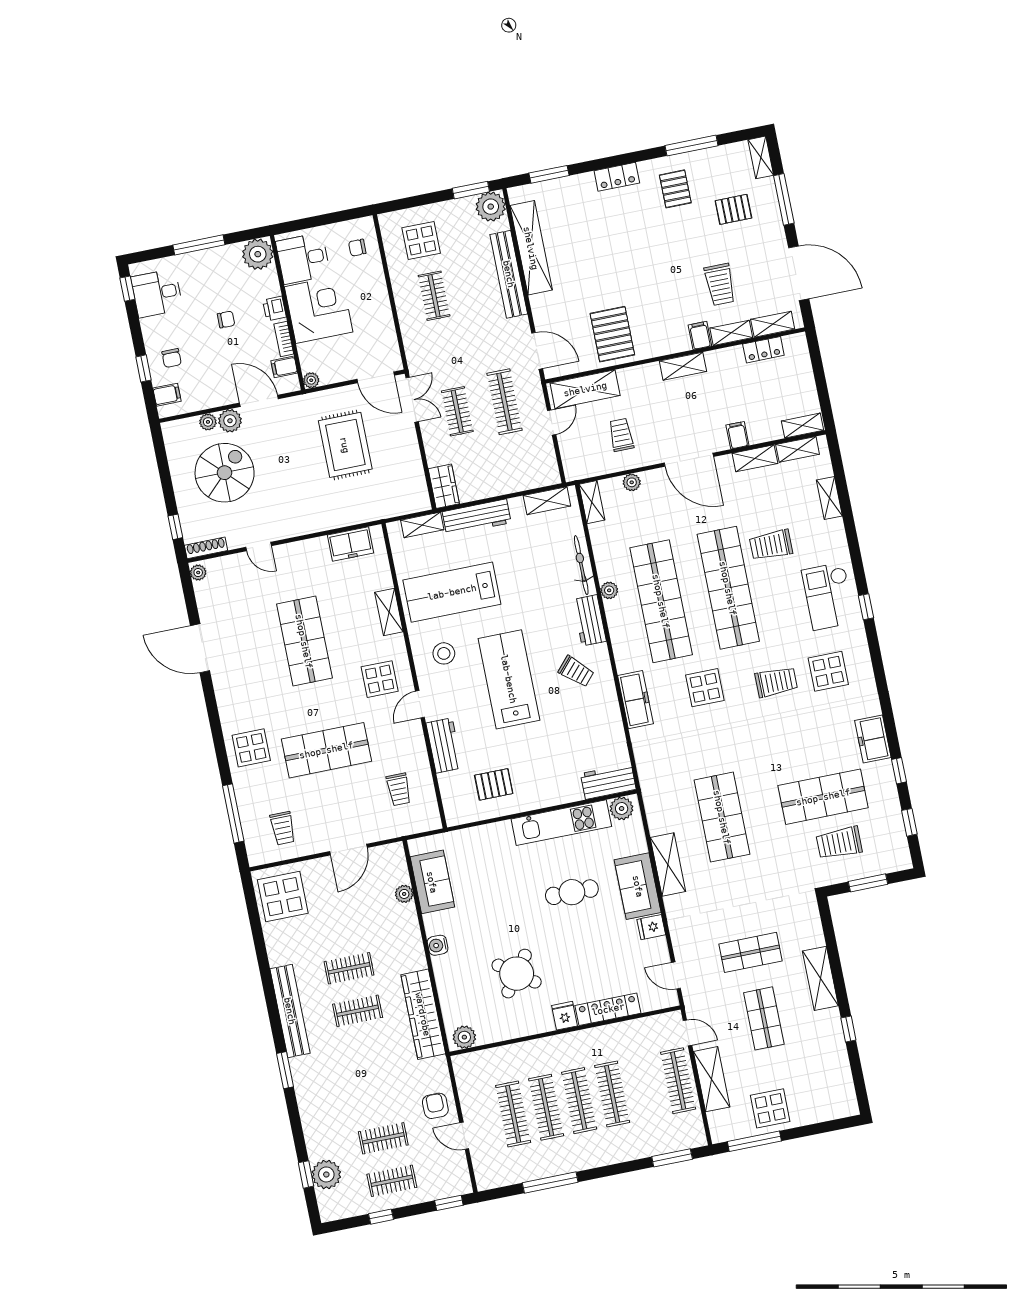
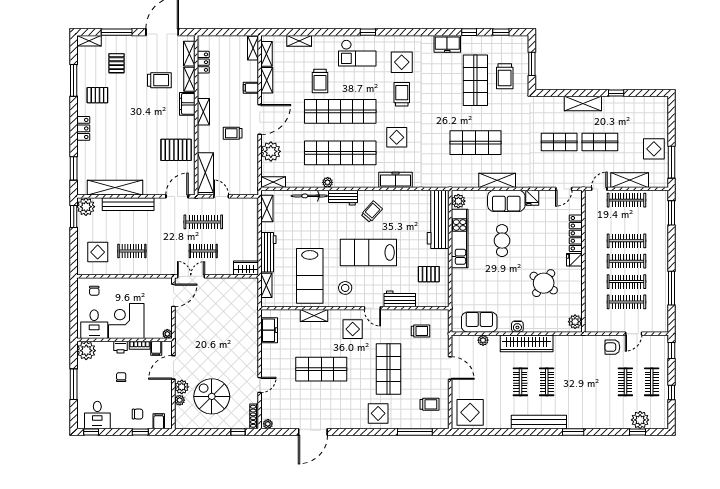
filing cabinet: (700, 335) -> (187, 104), width x2.00
trolley: (621, 435) -> (233, 133), moved
rug: (345, 445) -> (210, 321), removed
plant: (632, 482) -> (271, 151), width x1.88, depth x1.88
workbench: (608, 781) -> (438, 219), width x1.88, depth x1.32
pallet: (494, 784) -> (429, 274), turned 90
shop shelf: (750, 952) -> (559, 142), turned 90
wardrobe: (423, 1014) -> (527, 343), moved

